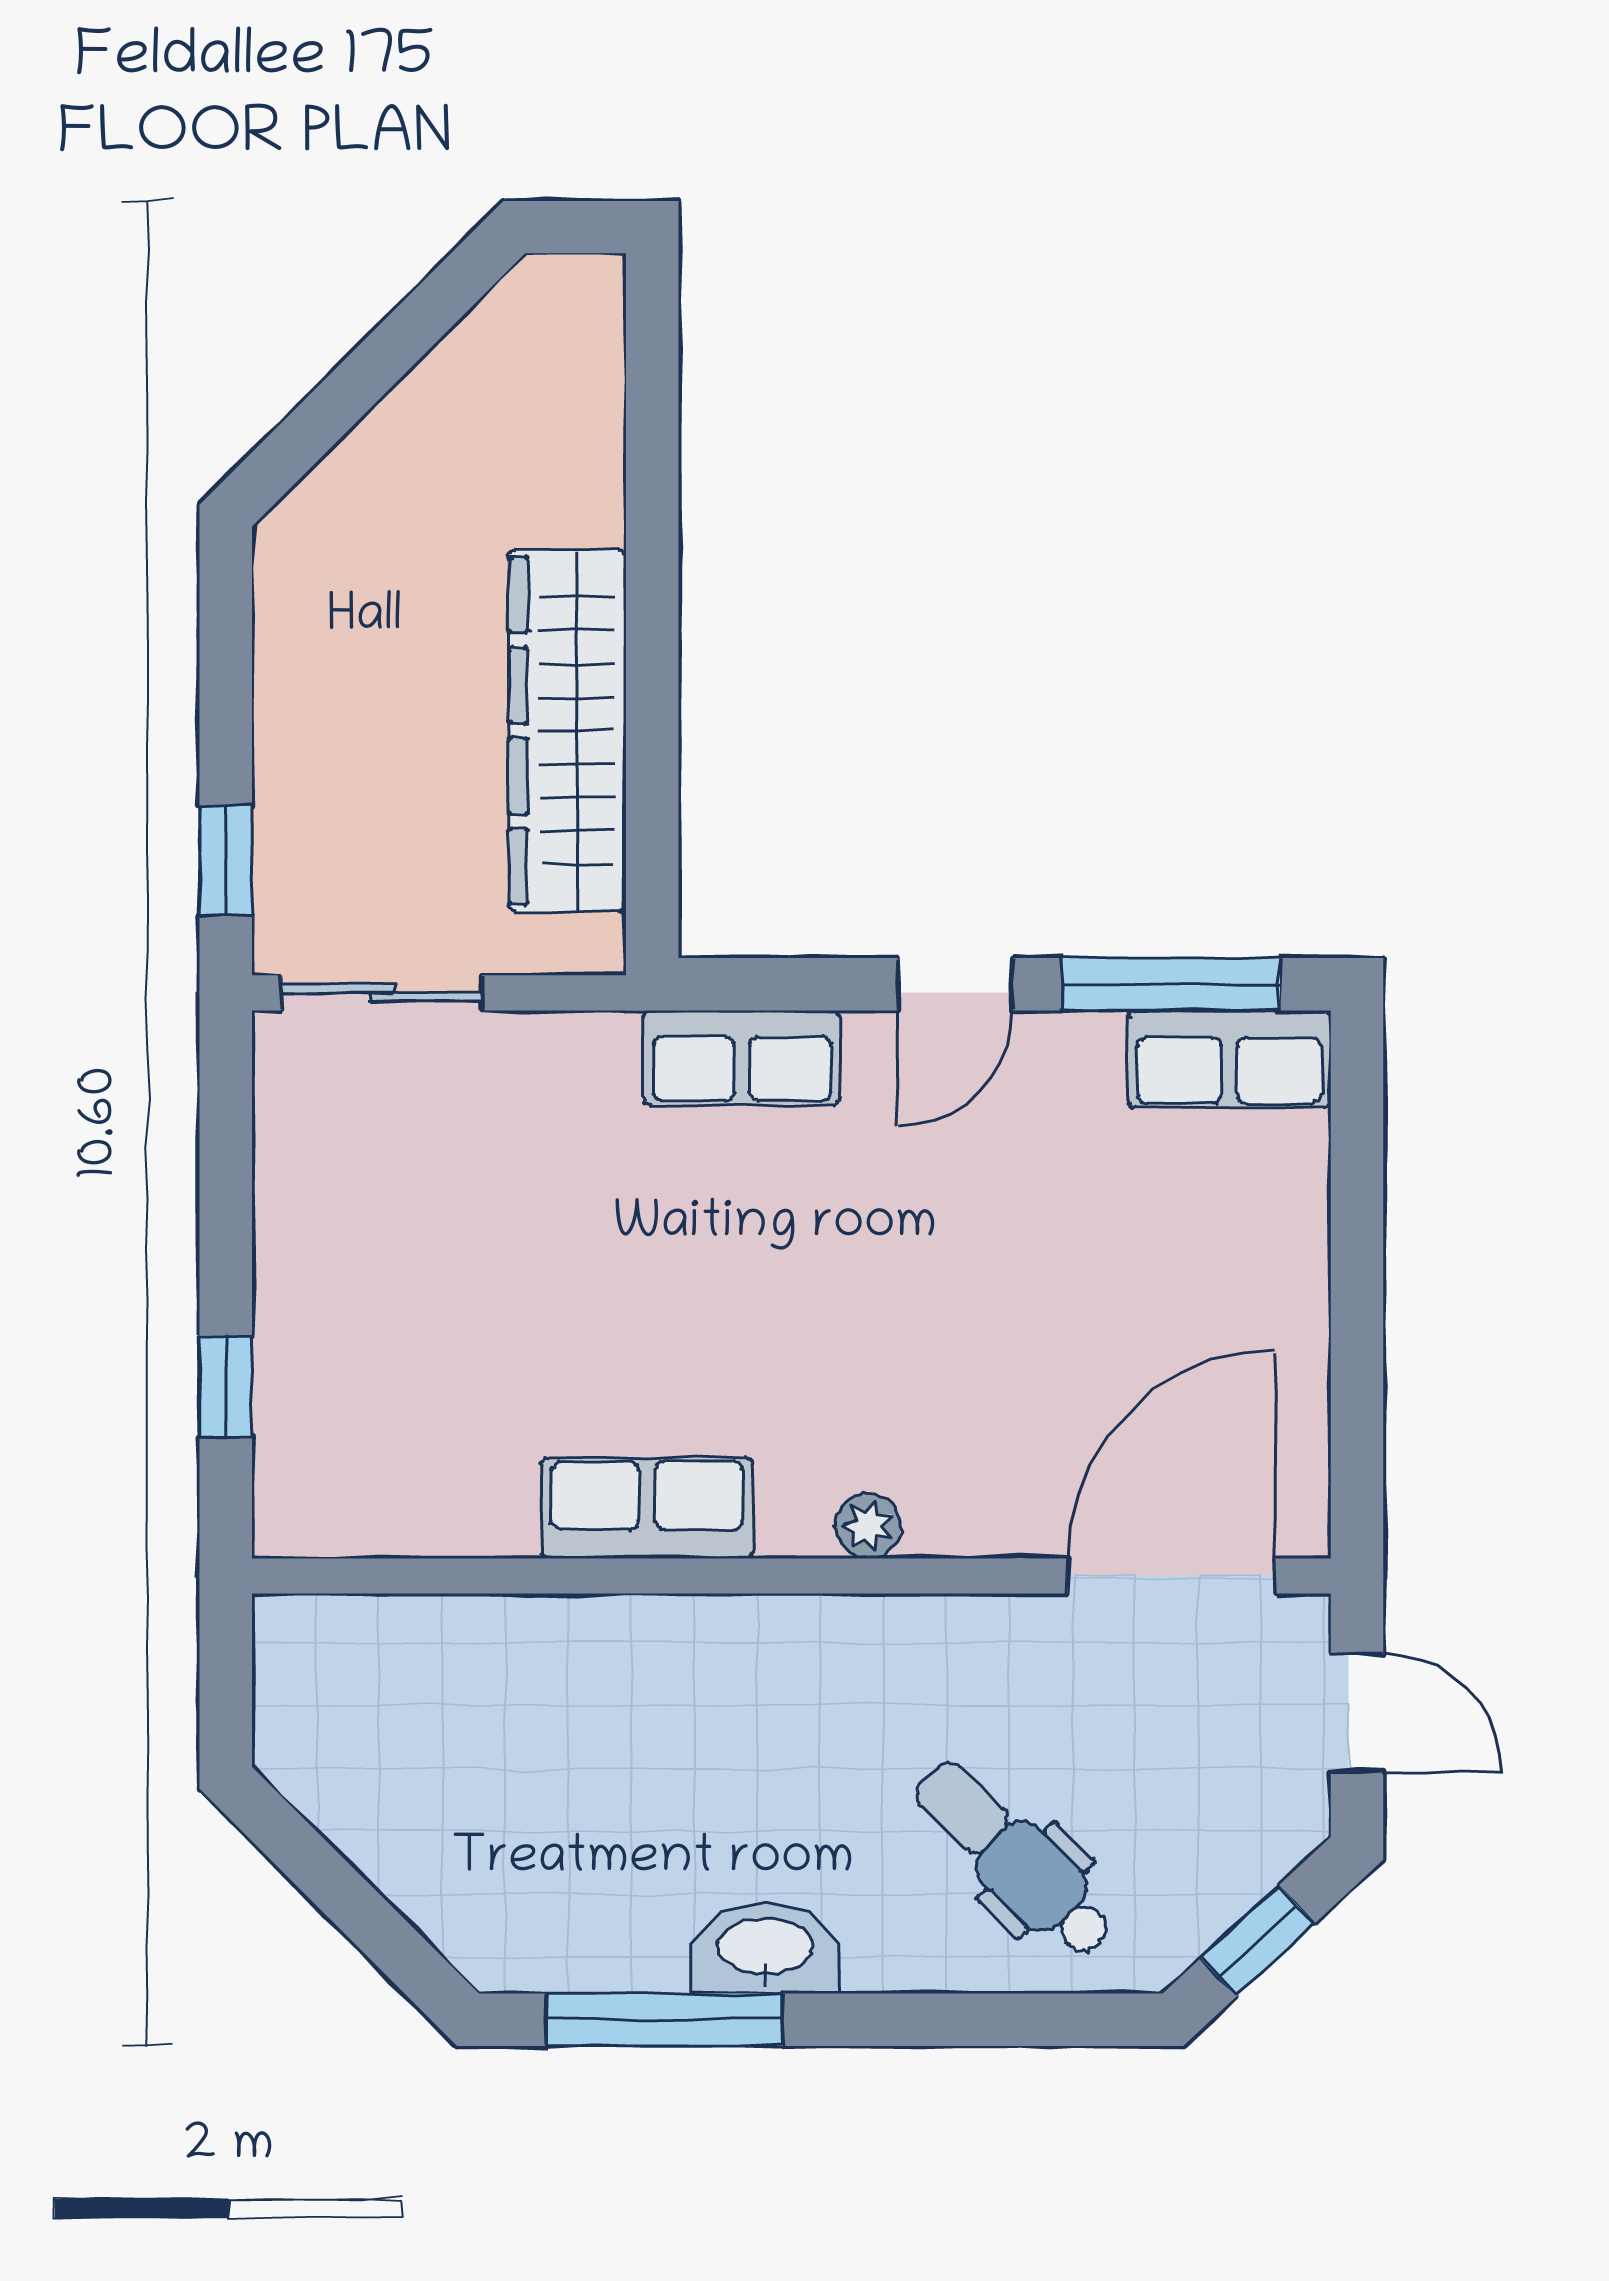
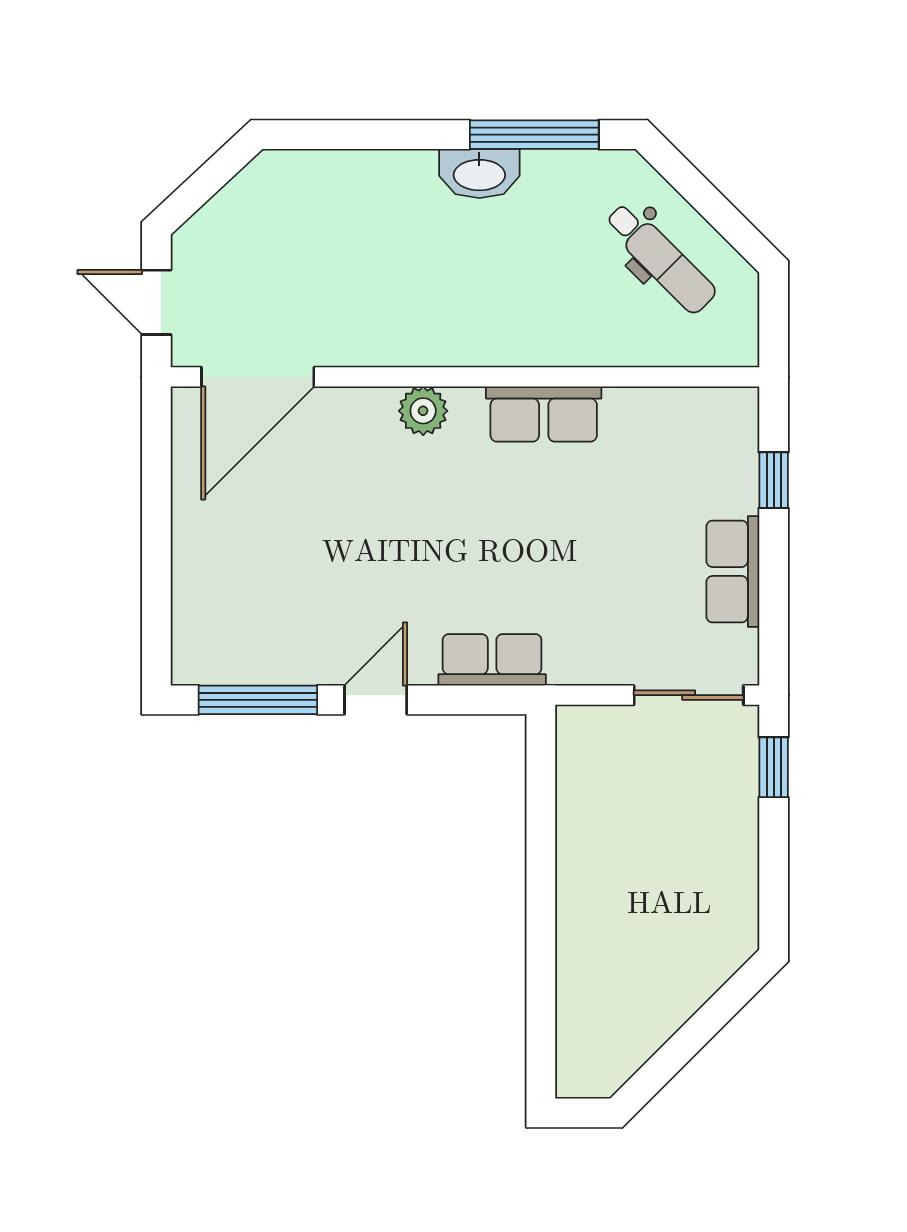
wardrobe: (567, 731) -> (587, 838), removed
row of seats: (1229, 1059) -> (733, 572), moved, turned -90
plant: (868, 1526) -> (423, 411), width x1.38, depth x1.38
dental chair: (1015, 1860) -> (660, 258), moved
window: (1258, 1941) -> (211, 178), removed

